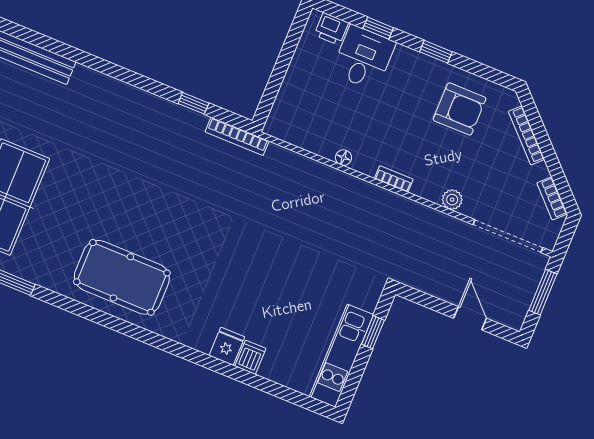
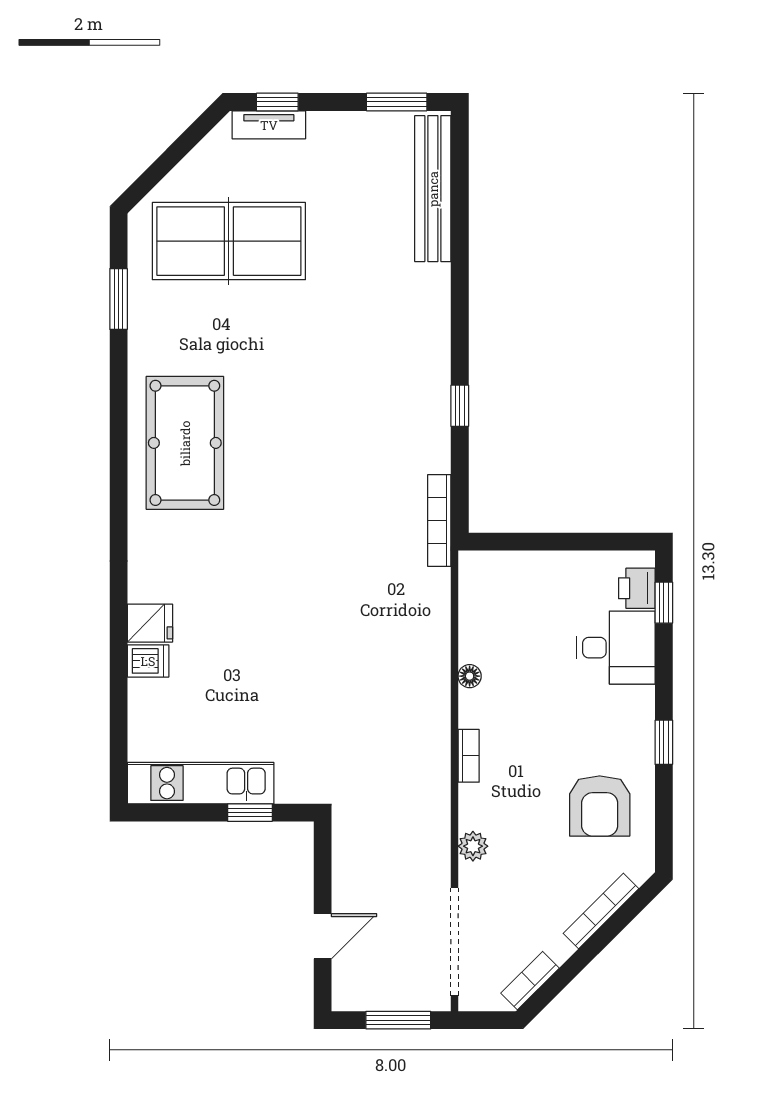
window: (378, 28) -> (664, 603), moved
window: (193, 103) -> (460, 406), moved

